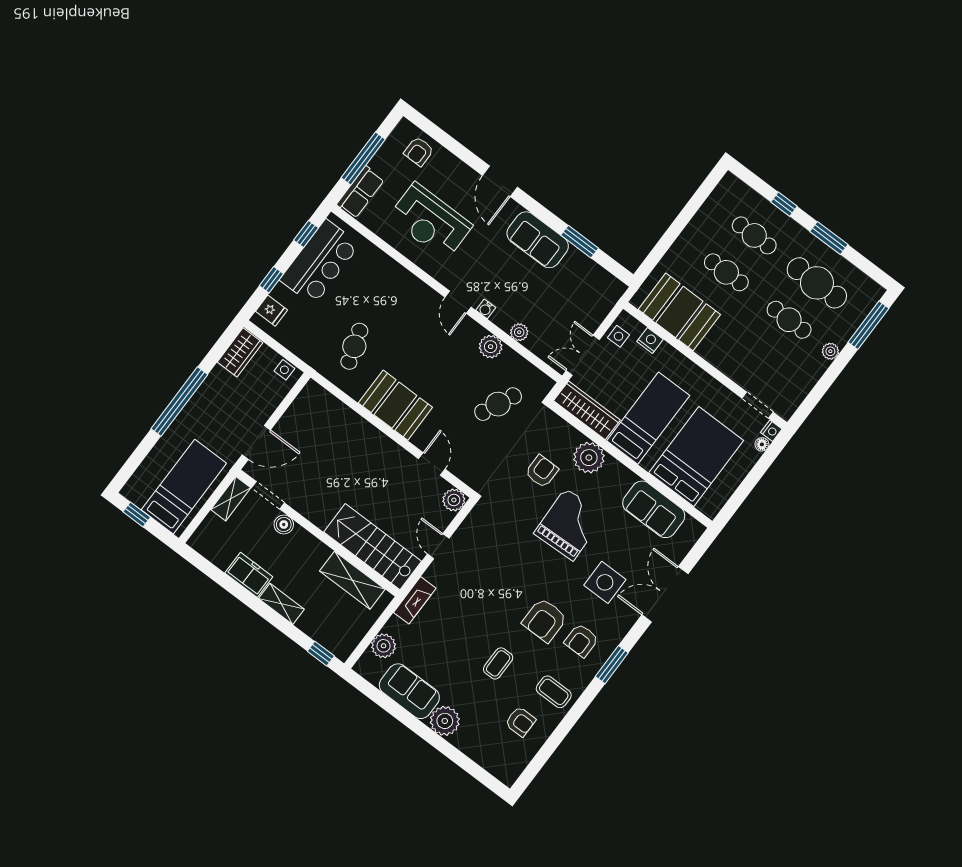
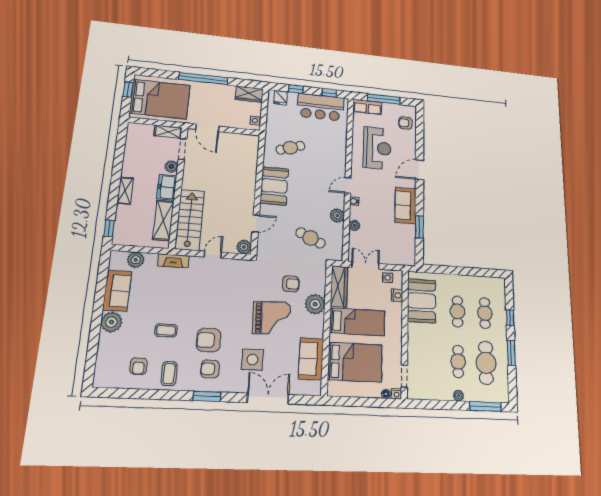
reception desk: (430, 221) -> (377, 148), turned 180
bed: (184, 487) -> (160, 99), width x1.50
freezer: (249, 575) -> (167, 187), moved, turned 180

